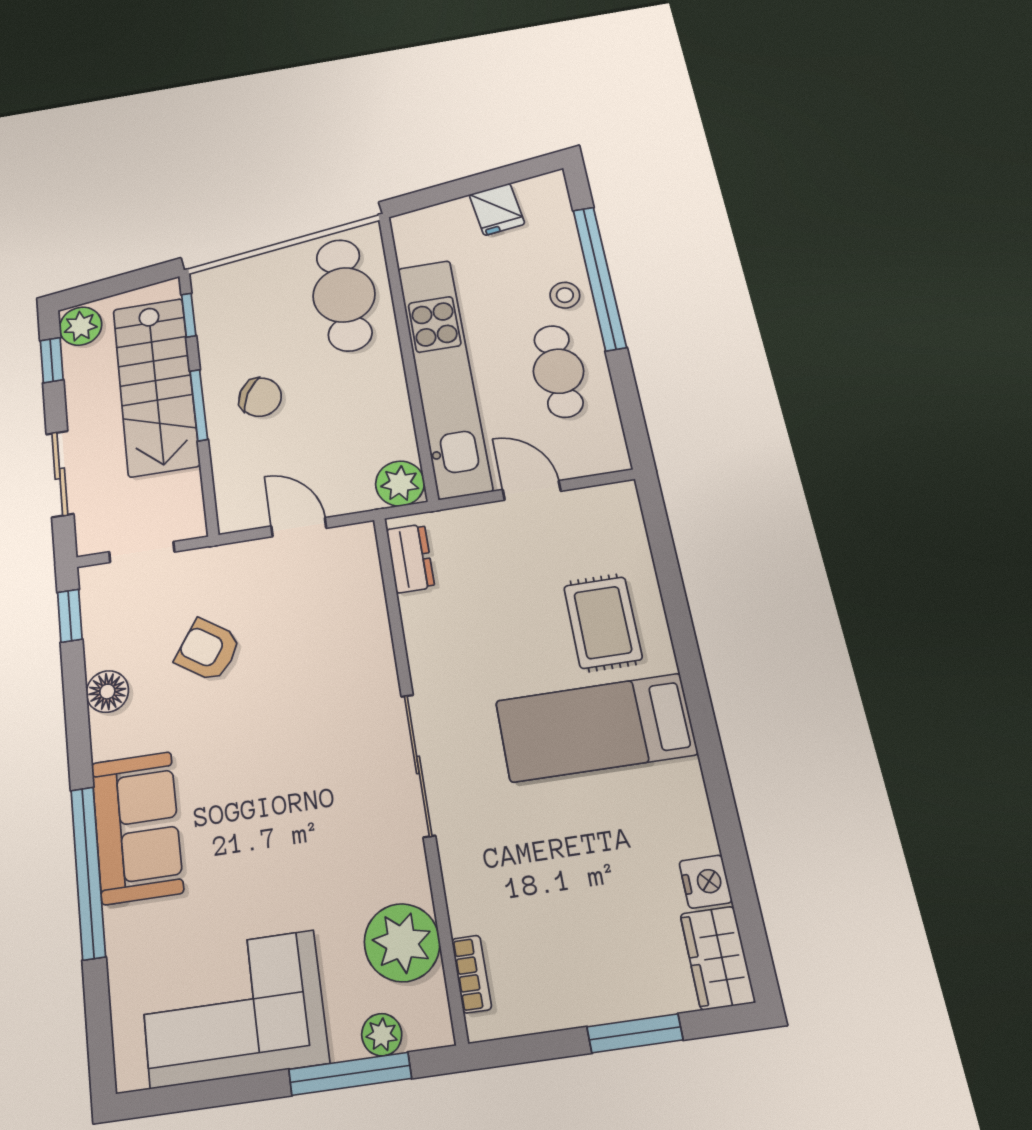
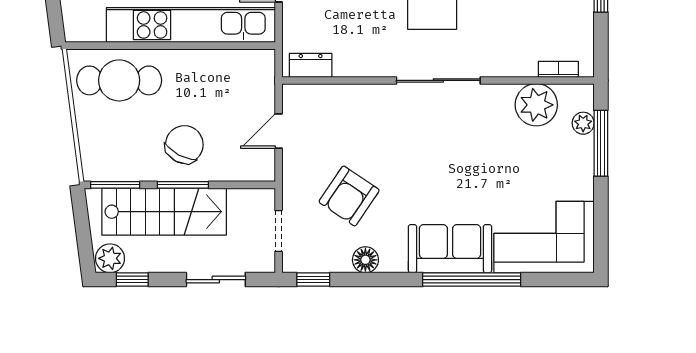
window: (189, 315) -> (115, 185), width x1.50
chair: (260, 397) -> (184, 145), width x1.37, depth x1.37
plant: (400, 484) -> (260, 64), removed
armchair: (208, 650) -> (349, 196), width x1.38, depth x1.38
corner sofa: (233, 1009) -> (544, 237), moved, turned 90

